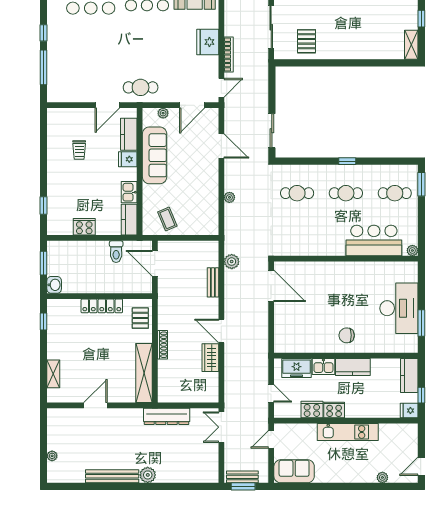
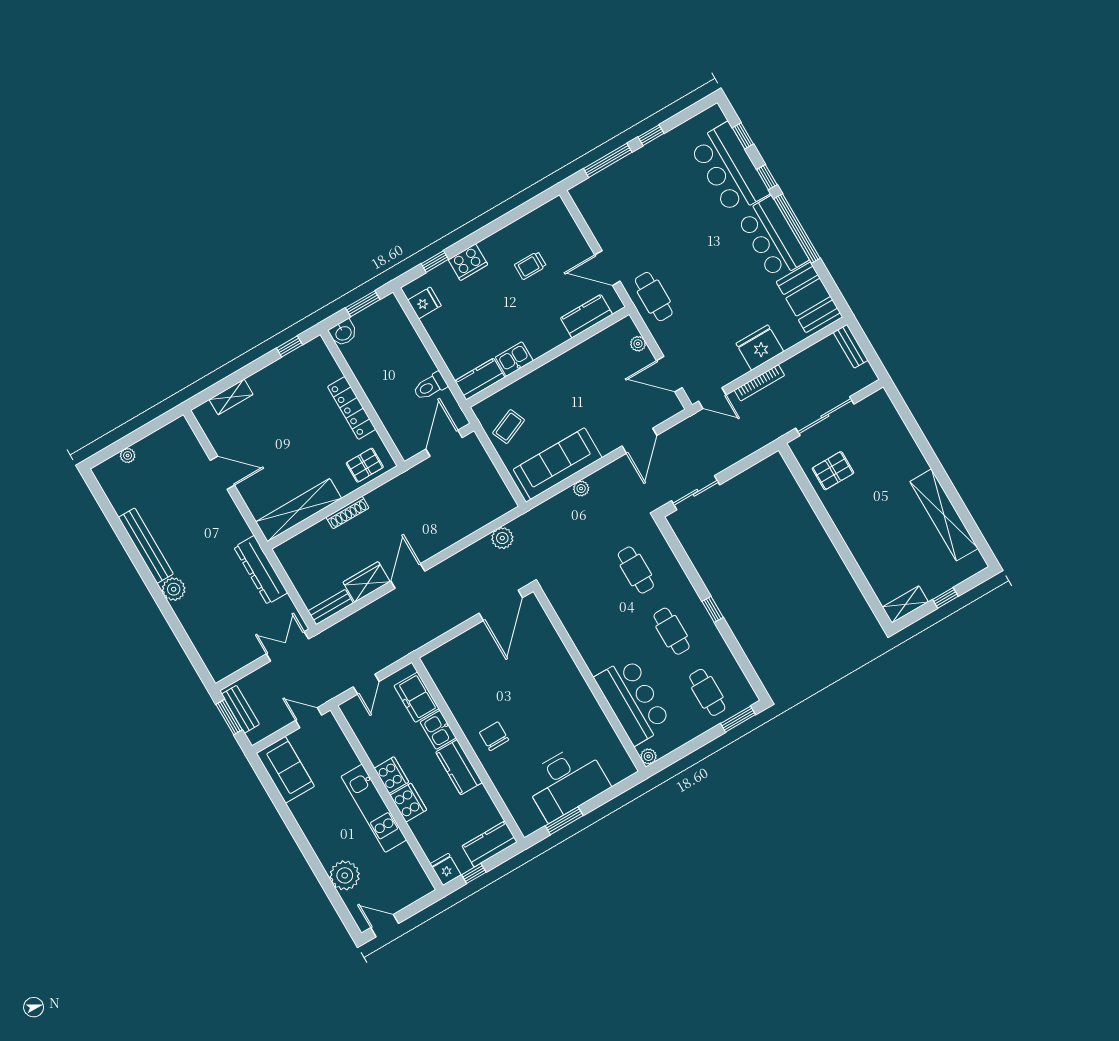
sofa: (155, 155) -> (558, 463), moved, turned 180
fridge: (128, 159) -> (424, 303), moved, turned 90
cooker: (84, 227) -> (468, 262), moved, turned 90
bench: (213, 282) -> (331, 607), moved
cooker: (312, 409) -> (408, 803), moved
plant: (382, 477) -> (345, 875), width x1.87, depth x1.87

